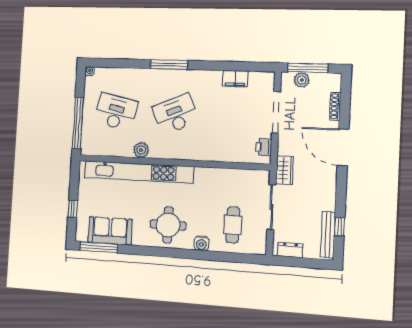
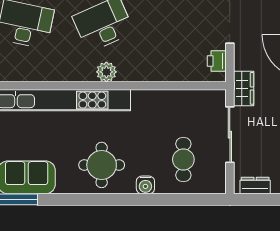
plant: (141, 150) -> (106, 72), moved

